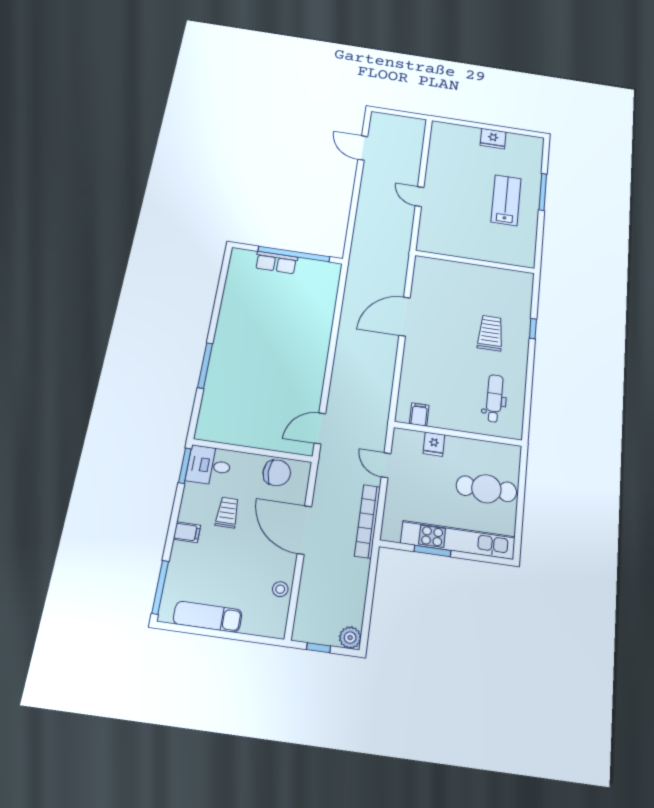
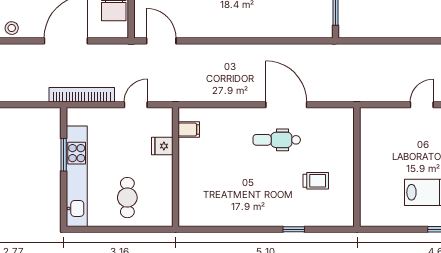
trolley: (490, 333) -> (316, 181), moved, width x0.73, depth x0.72
dental chair: (494, 398) -> (277, 140), moved, turned 180
cafe table: (486, 489) -> (127, 198), width x0.73, depth x0.74

